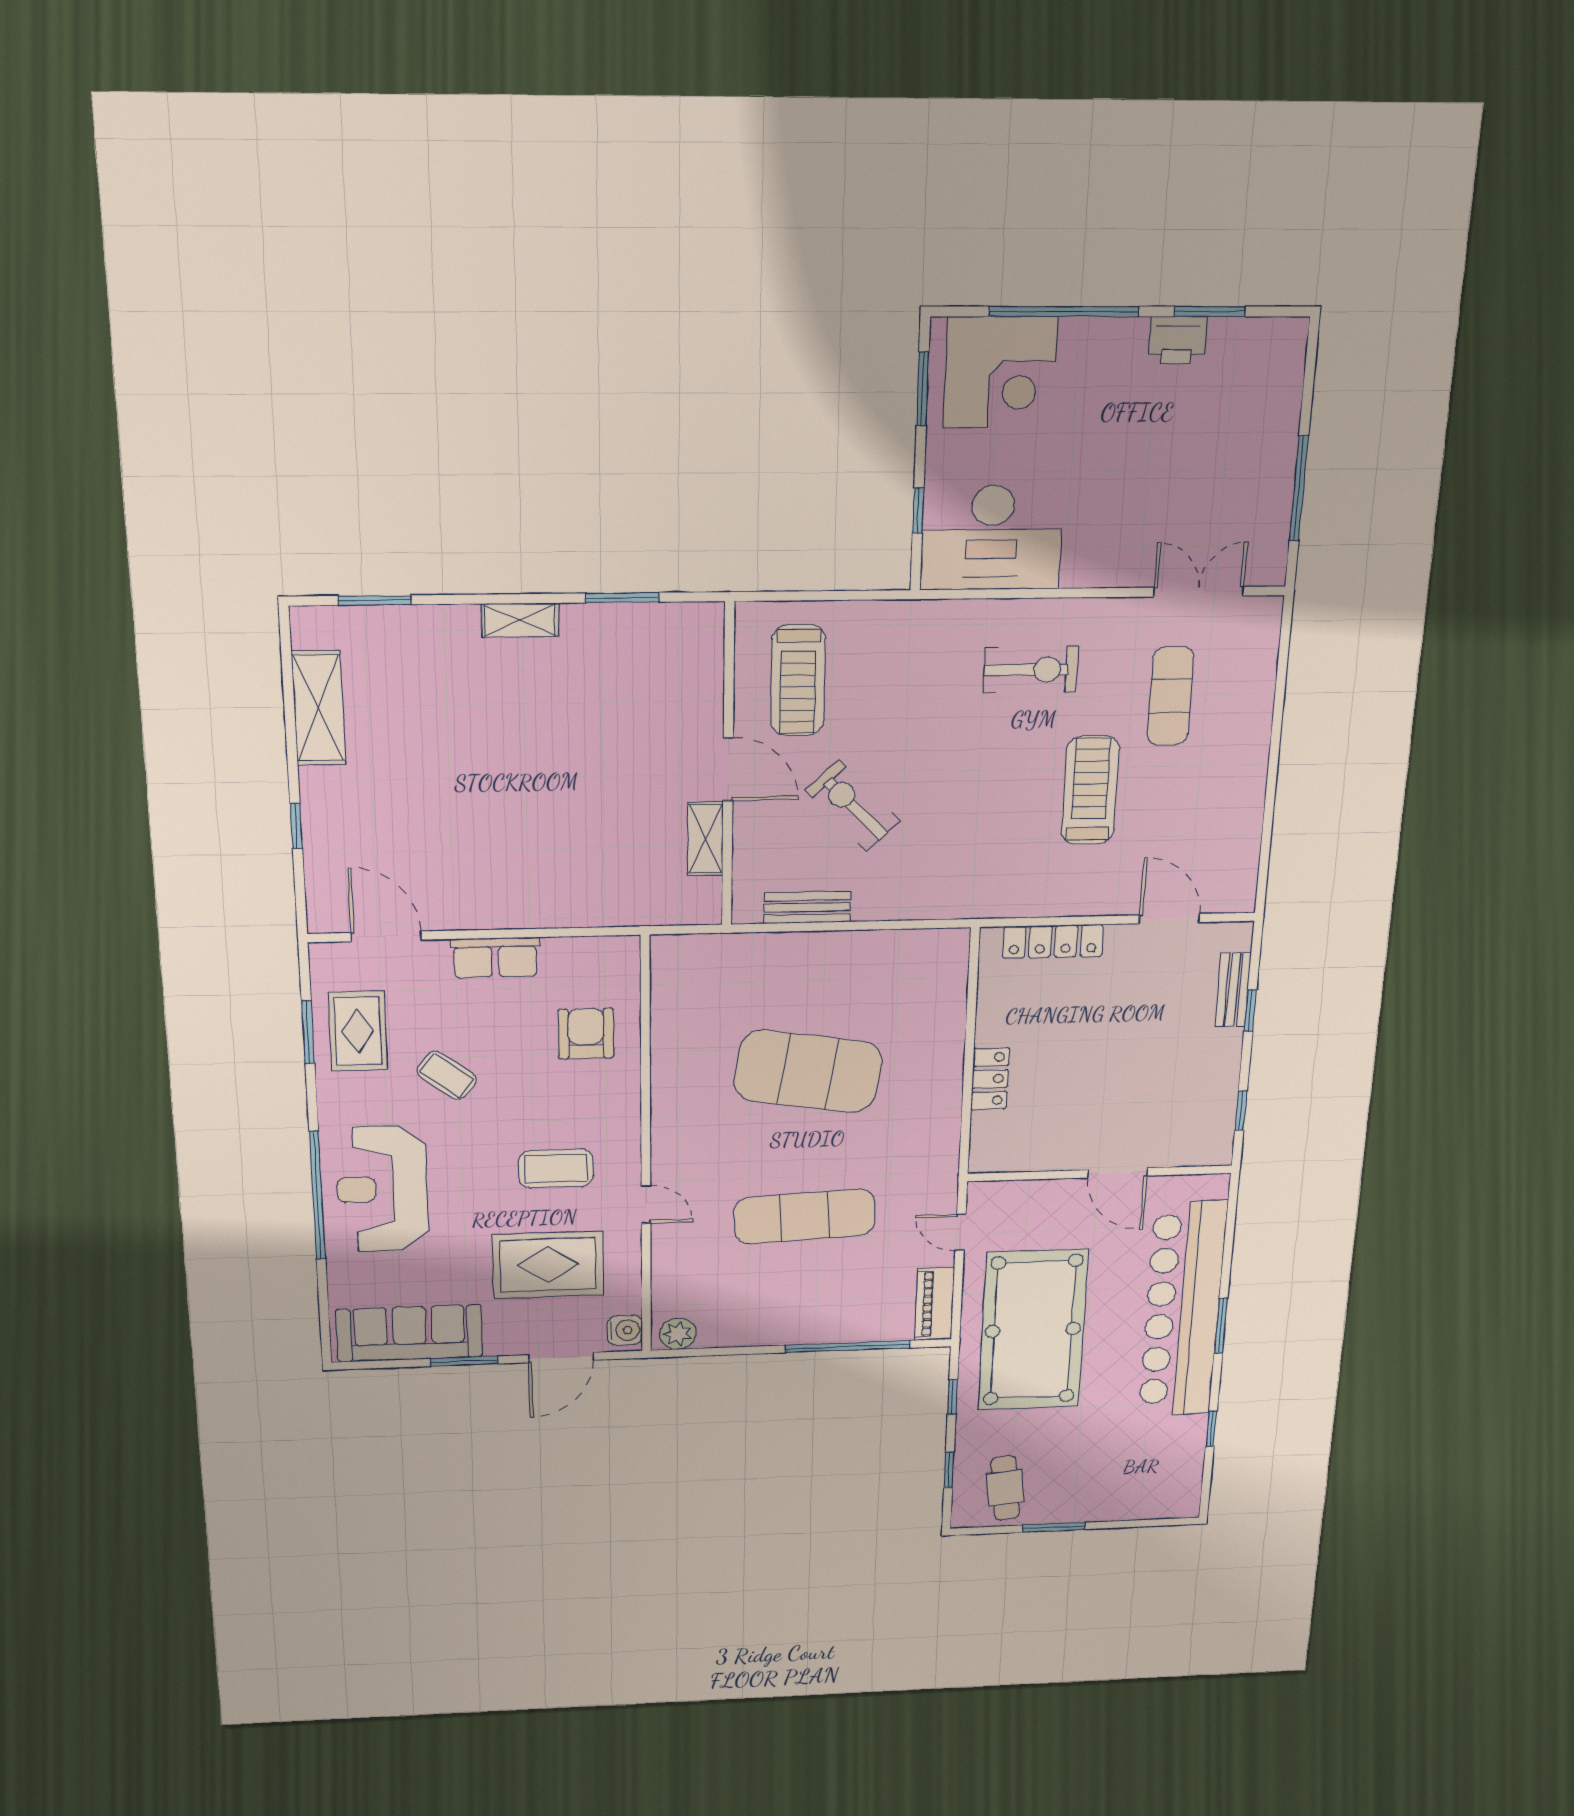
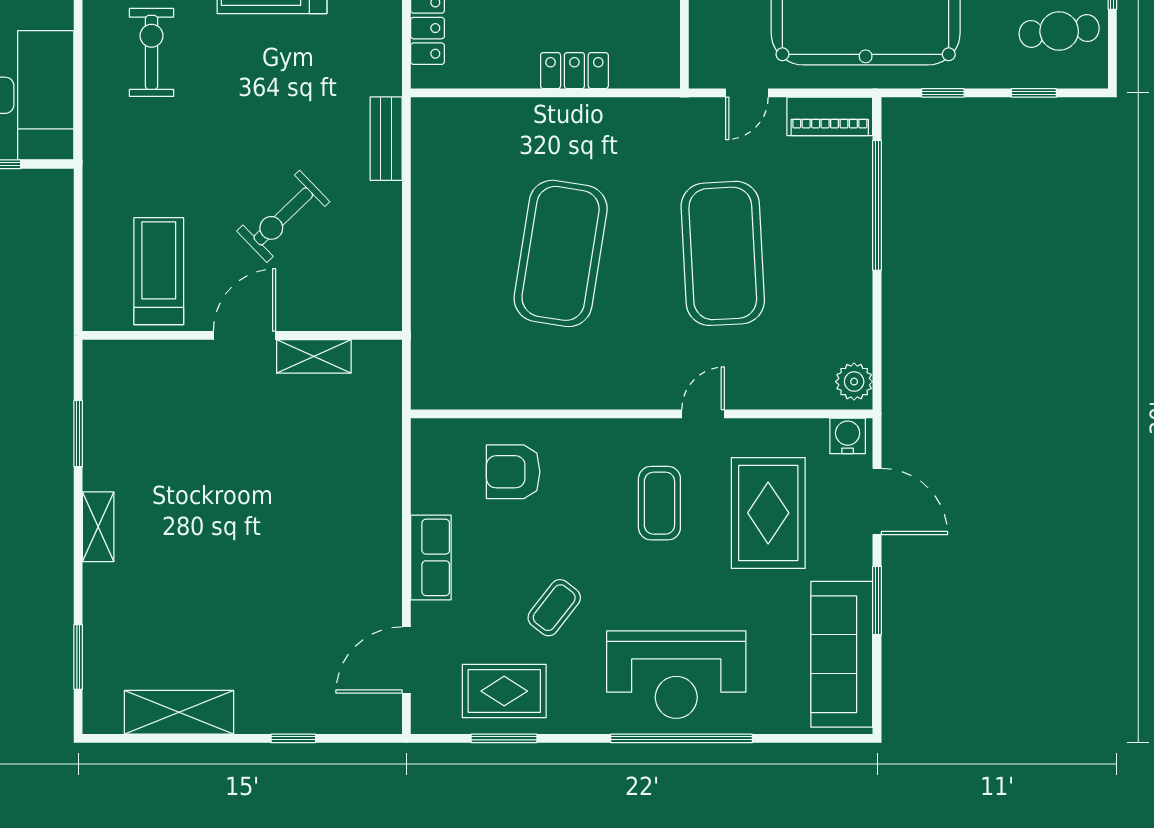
treadmill: (798, 680) -> (159, 271), turned -90
bench: (807, 907) -> (386, 139), moved
exercise mat: (805, 1216) -> (723, 253), width x1.47

